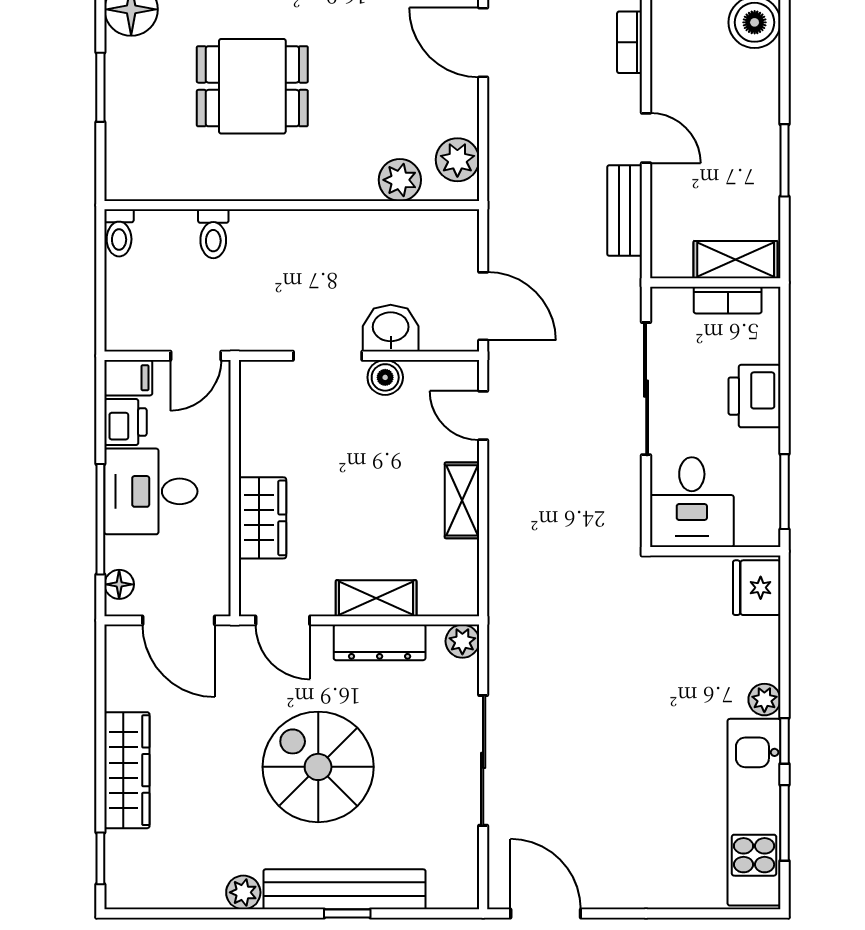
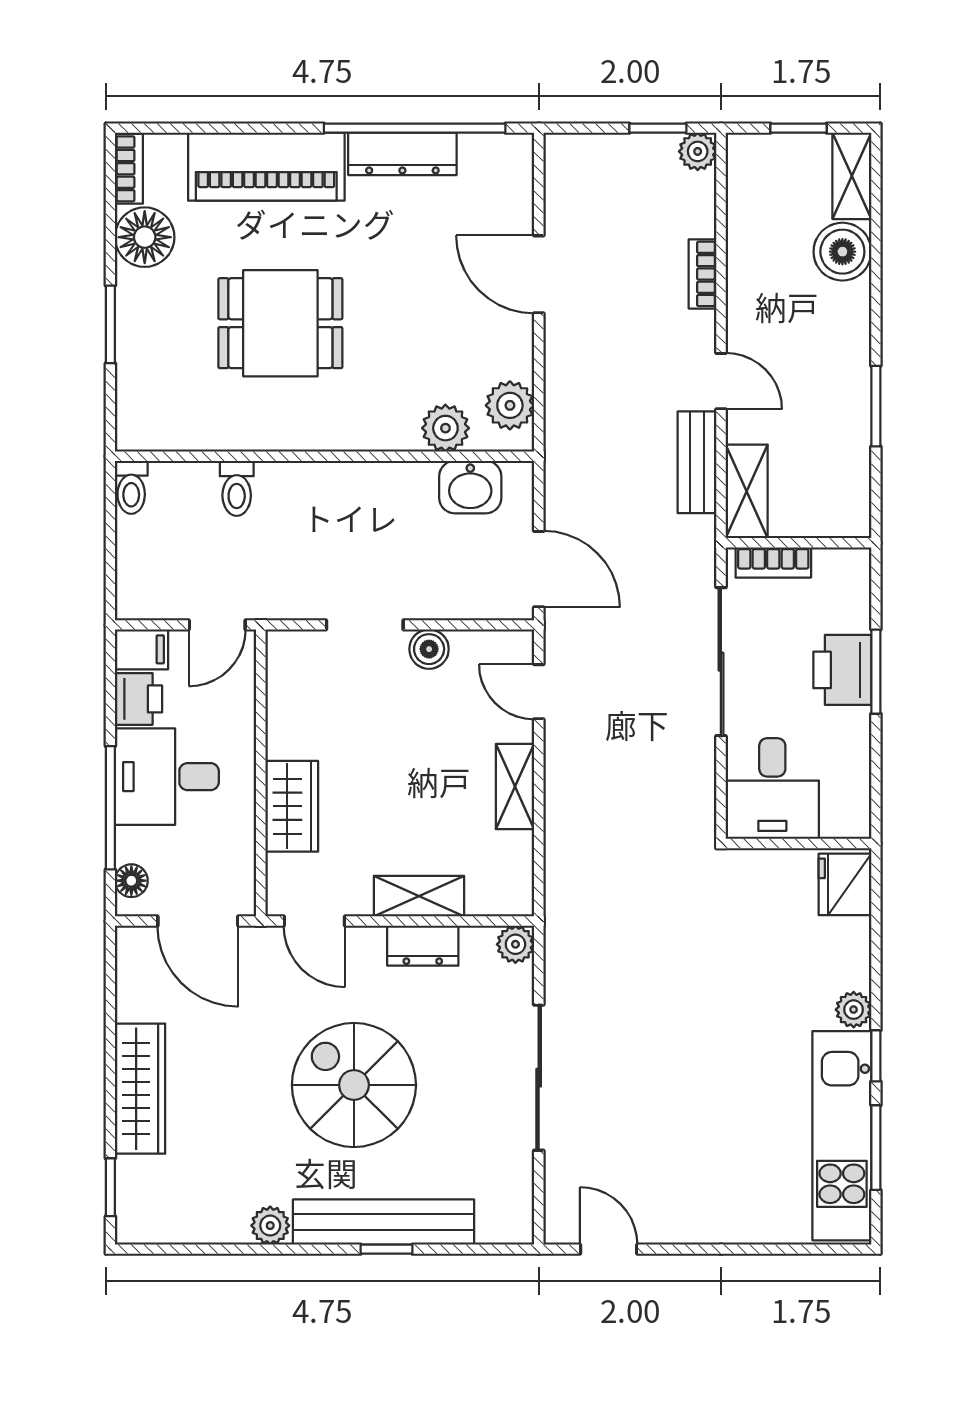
shelving: (736, 260) -> (747, 491), moved, turned 90
bookcase: (728, 300) -> (773, 562), moved
washbasin: (391, 328) -> (470, 487), moved, turned 180
window: (784, 492) -> (876, 672), moved
dresser: (380, 642) -> (423, 946), width x0.70
door: (546, 914) -> (609, 1249), width x0.73

